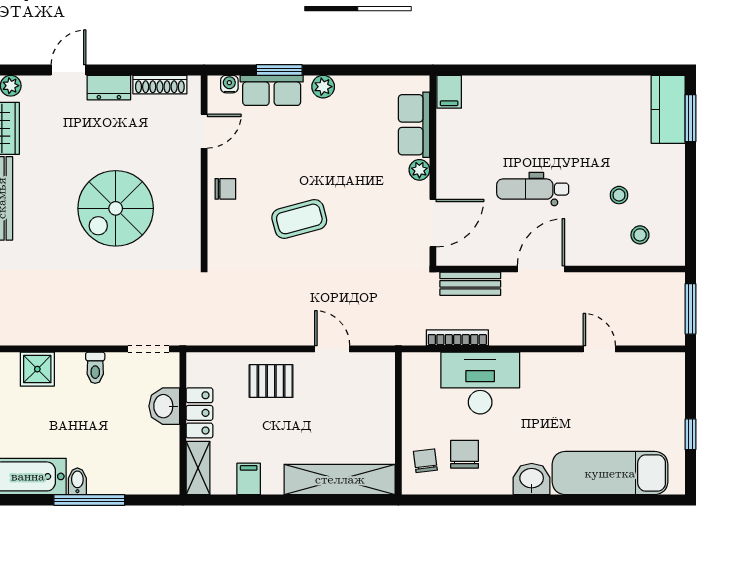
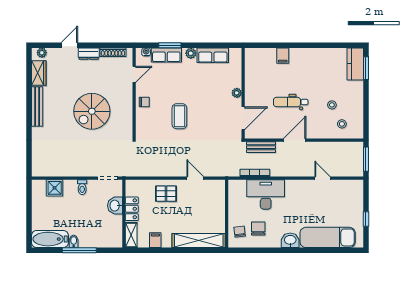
filing cabinet: (449, 92) -> (283, 56), moved
row of seats: (414, 125) -> (213, 55), moved, turned -90
coffee table: (299, 219) -> (179, 116), turned -75

